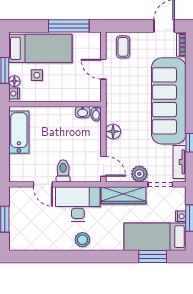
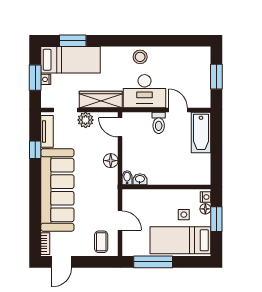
bathtub: (19, 132) -> (201, 132), moved

